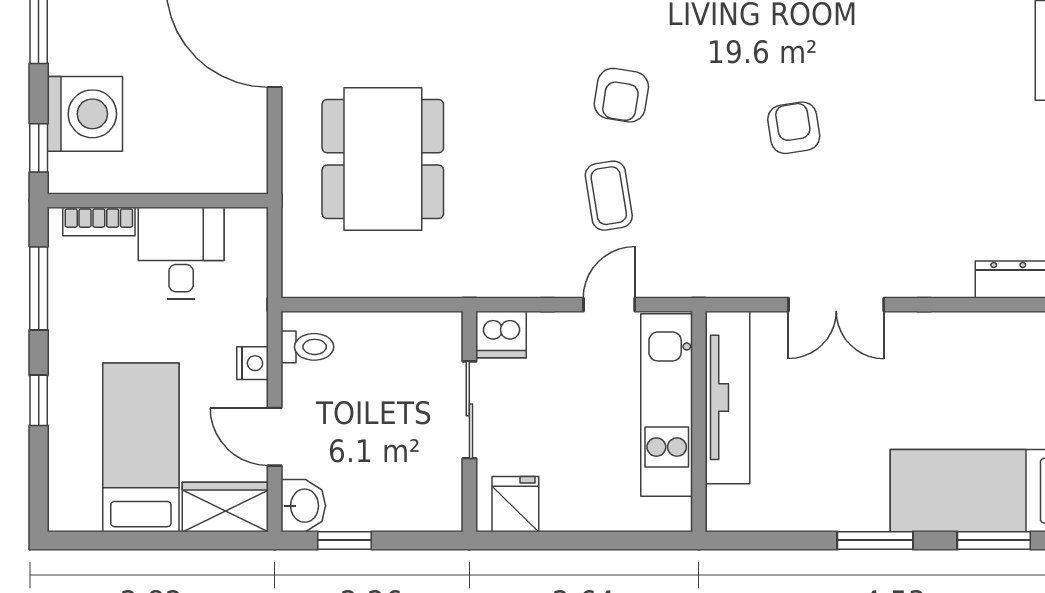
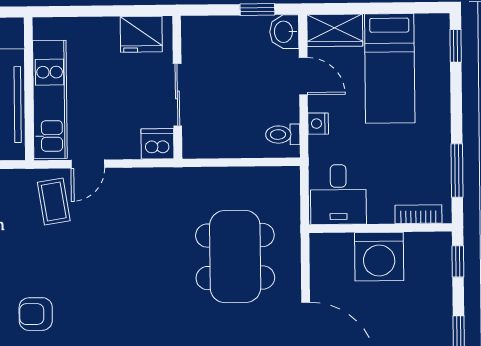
armchair: (621, 95) -> (36, 314), moved, turned -99
washing machine: (85, 114) -> (379, 257), moved, turned -90
coffee table: (609, 196) -> (54, 202), moved
desk: (181, 253) -> (338, 194), moved
window: (39, 400) -> (456, 46), moved
fridge: (515, 504) -> (141, 34), width x1.38

